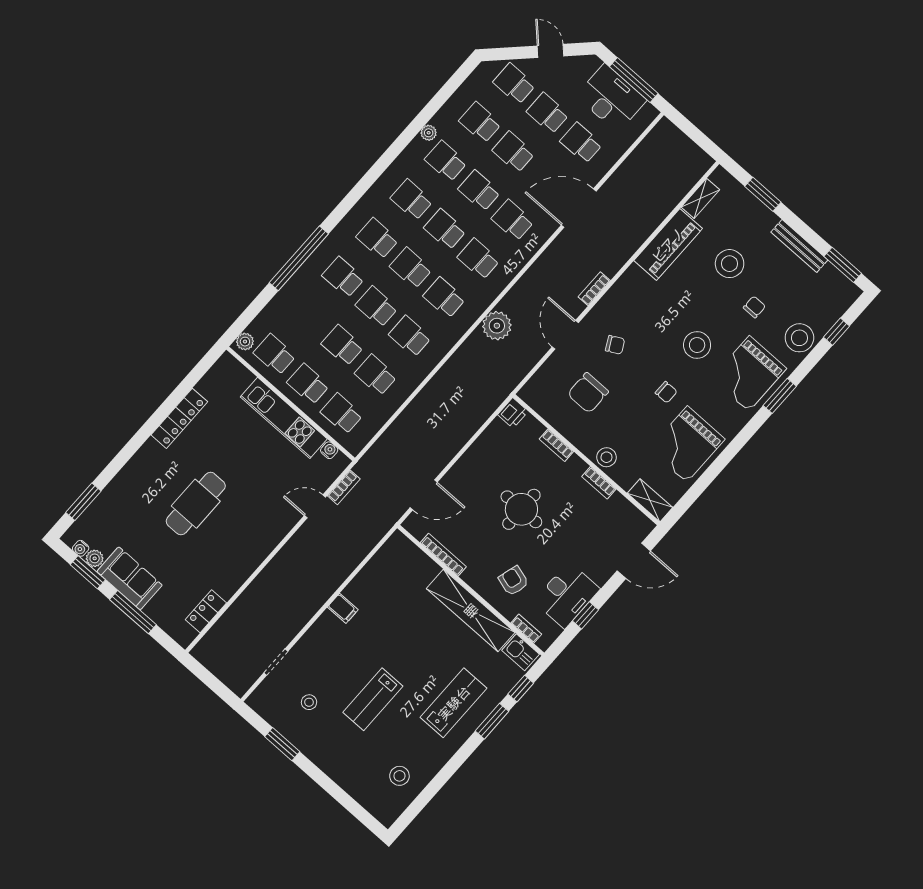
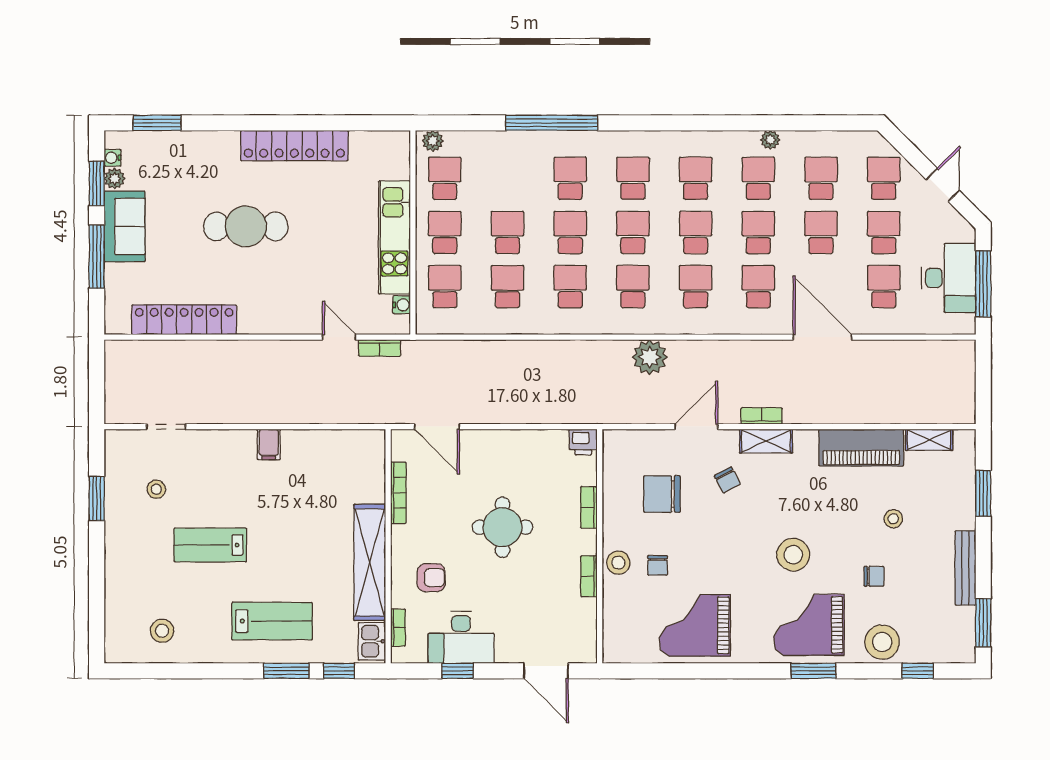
stool: (730, 264) -> (893, 519), width x0.53, depth x0.53
chair: (666, 392) -> (657, 565), moved
locker: (179, 418) -> (294, 146), width x1.41, depth x1.21
shelving: (650, 500) -> (766, 441), moved, turned 90
armchair: (514, 581) -> (431, 578), turned 74
locker: (206, 611) -> (184, 320), width x2.16, depth x1.21

